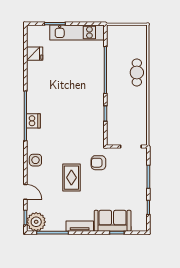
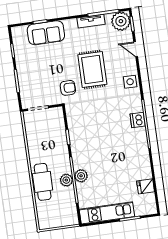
plant: (113, 71) -> (66, 180), added
plant: (98, 73) -> (81, 176), added
cafe table: (137, 73) -> (43, 182), width x1.37, depth x1.35
rug: (71, 178) -> (92, 70), width x1.36, depth x1.43
tv unit: (80, 226) -> (91, 21), moved

